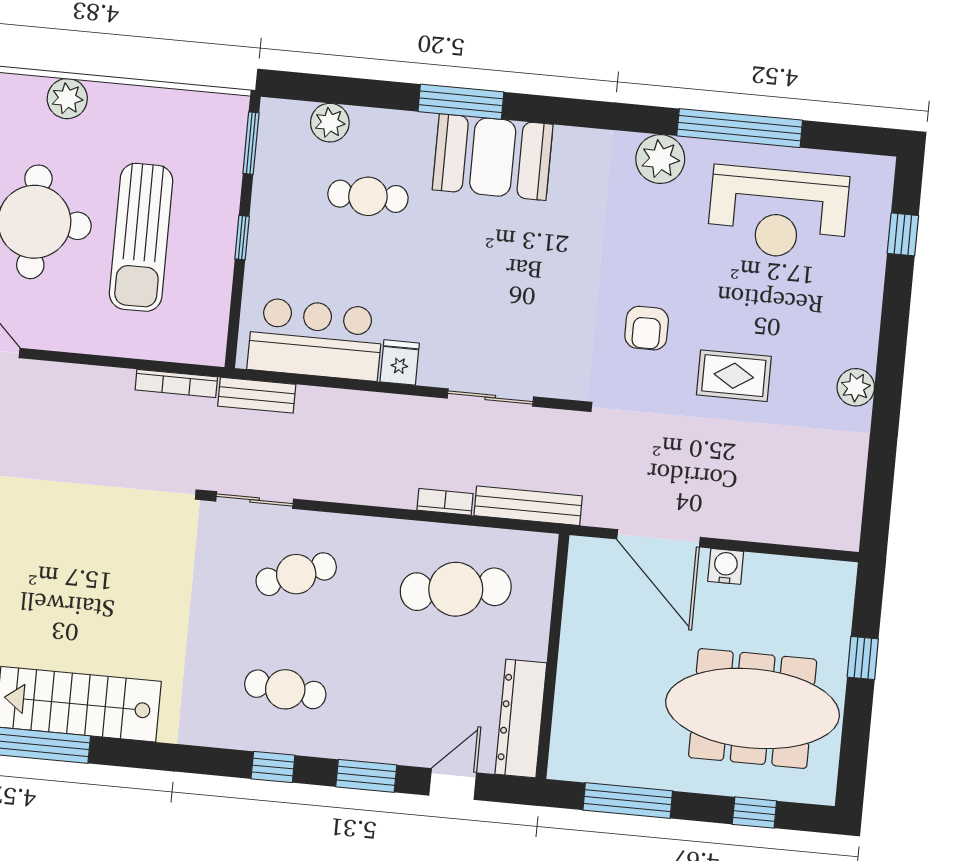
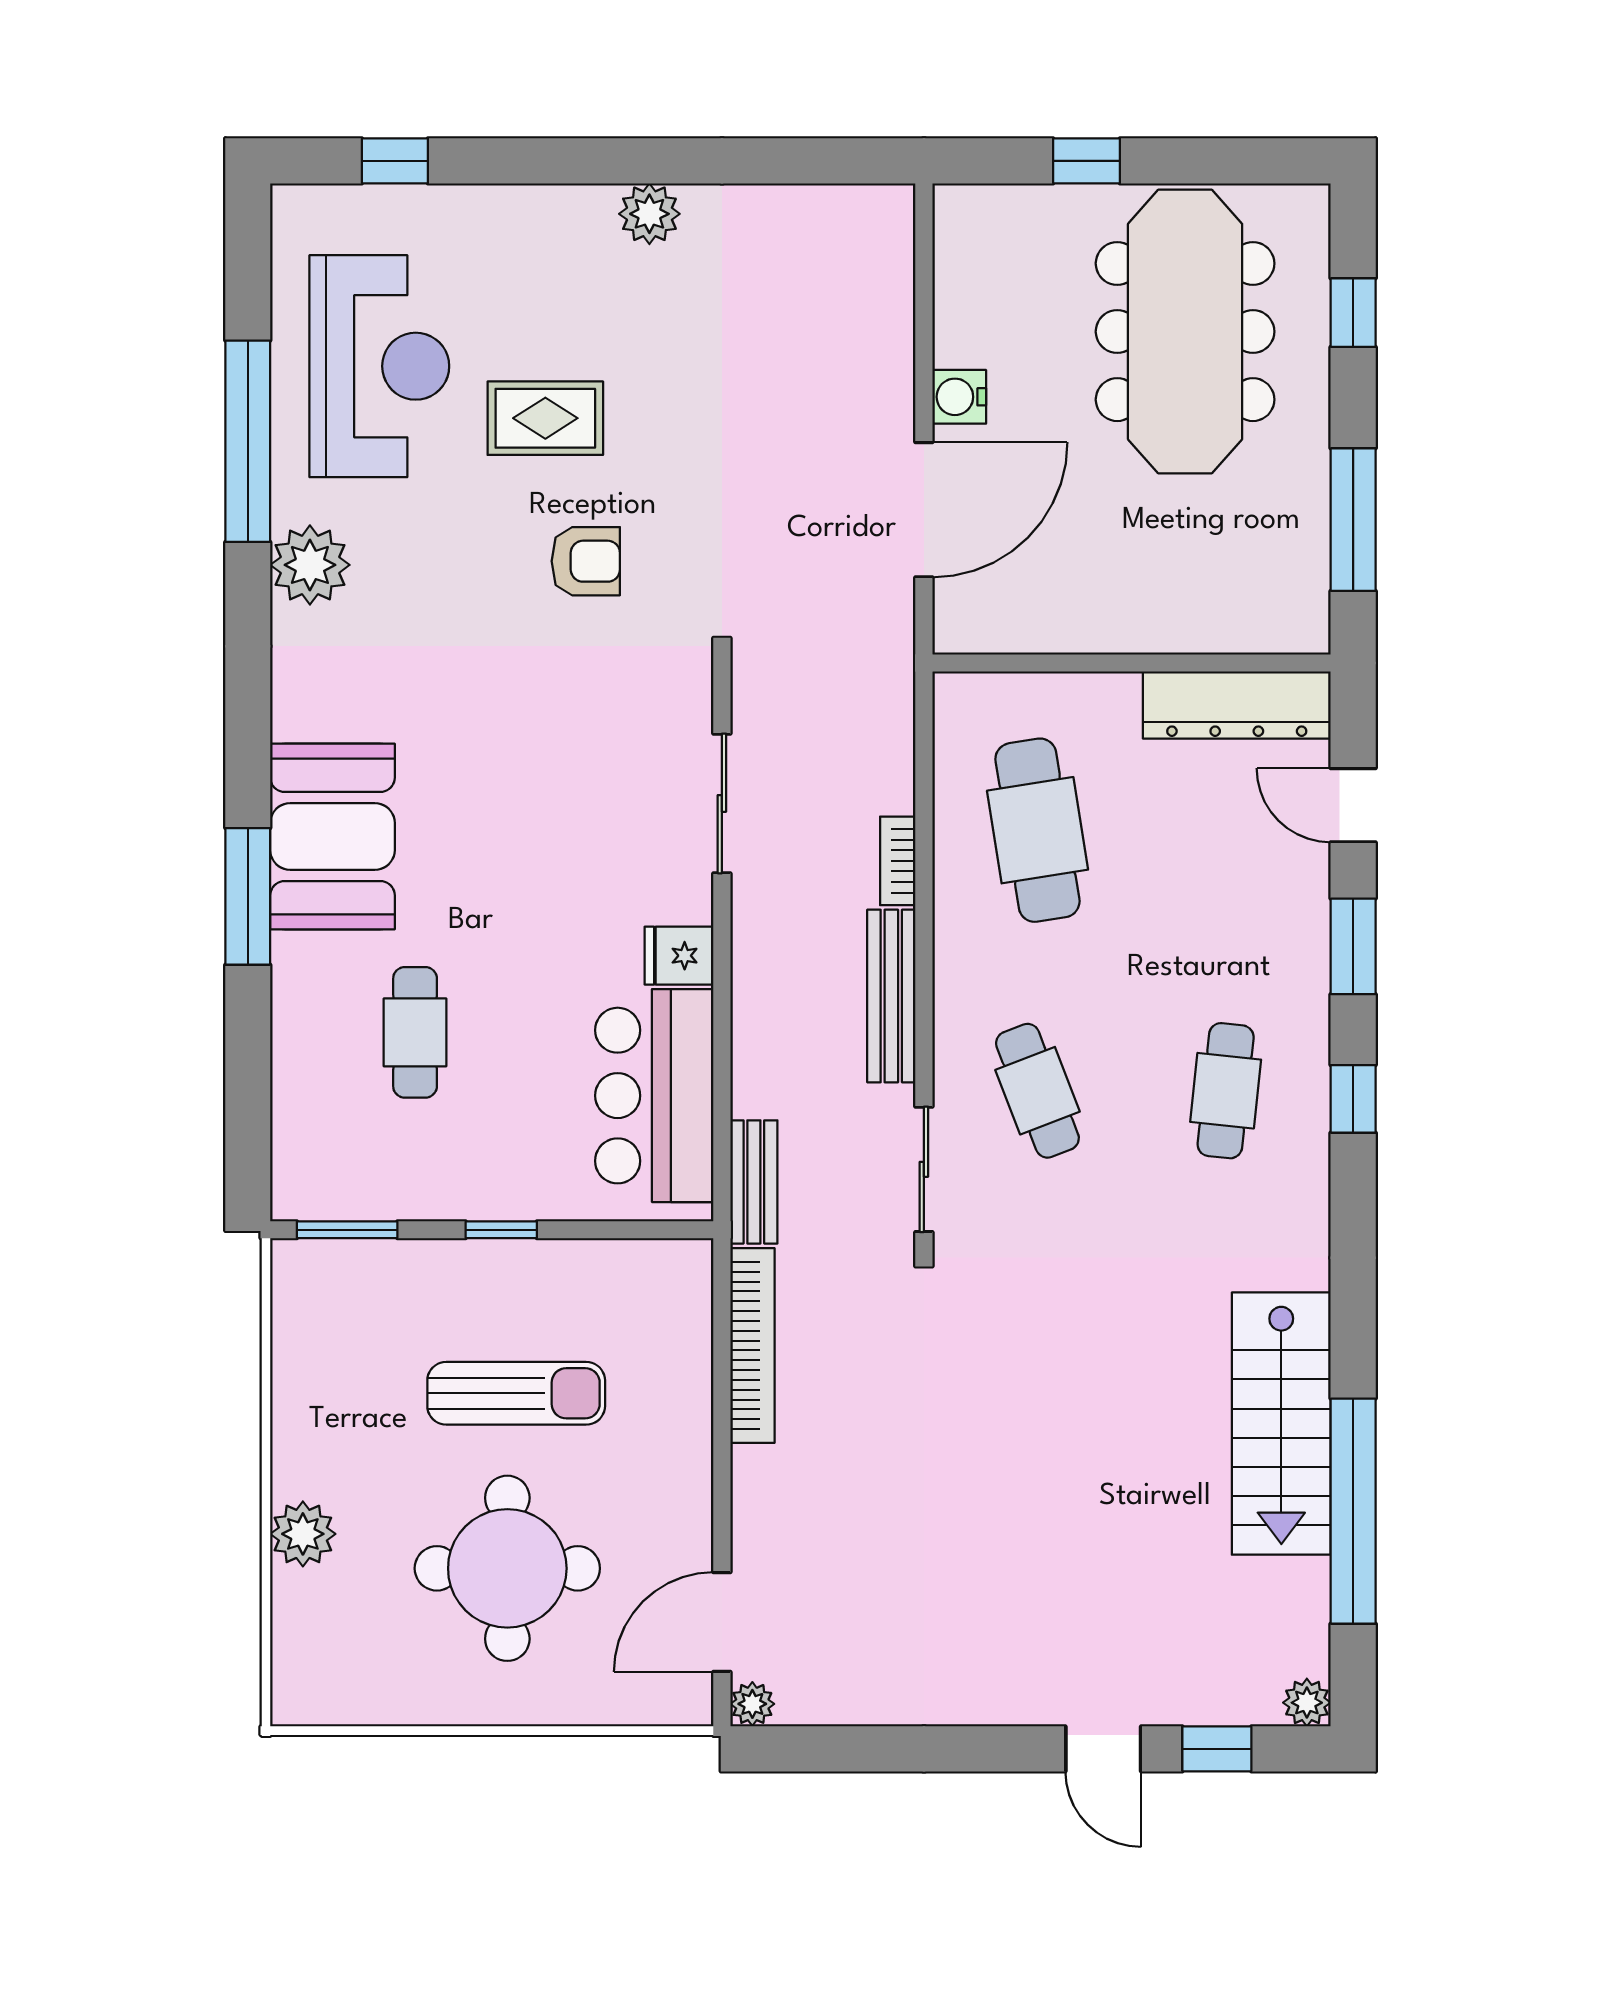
plant: (330, 123) -> (302, 1105), removed
sun lounger: (141, 237) -> (516, 1393), width x0.73, depth x0.75
rug: (734, 376) -> (545, 418), moved, turned 90
bookcase: (176, 383) -> (752, 1346), width x1.48, depth x1.31
bench: (528, 506) -> (891, 996), moved

